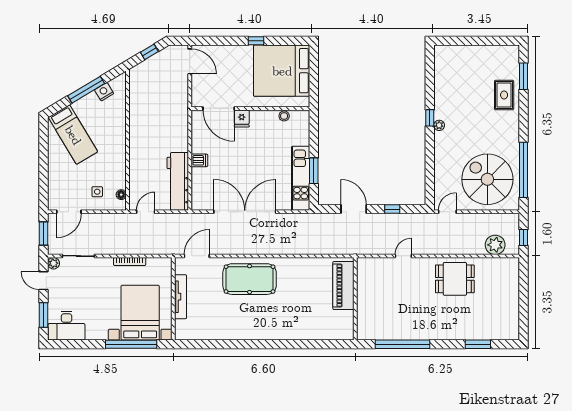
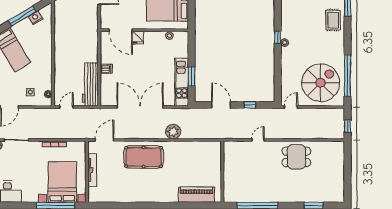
spiral stairs: (487, 179) -> (321, 83), turned 90
plant: (495, 245) -> (173, 132), moved
piano: (343, 286) -> (197, 195), moved, turned 90

